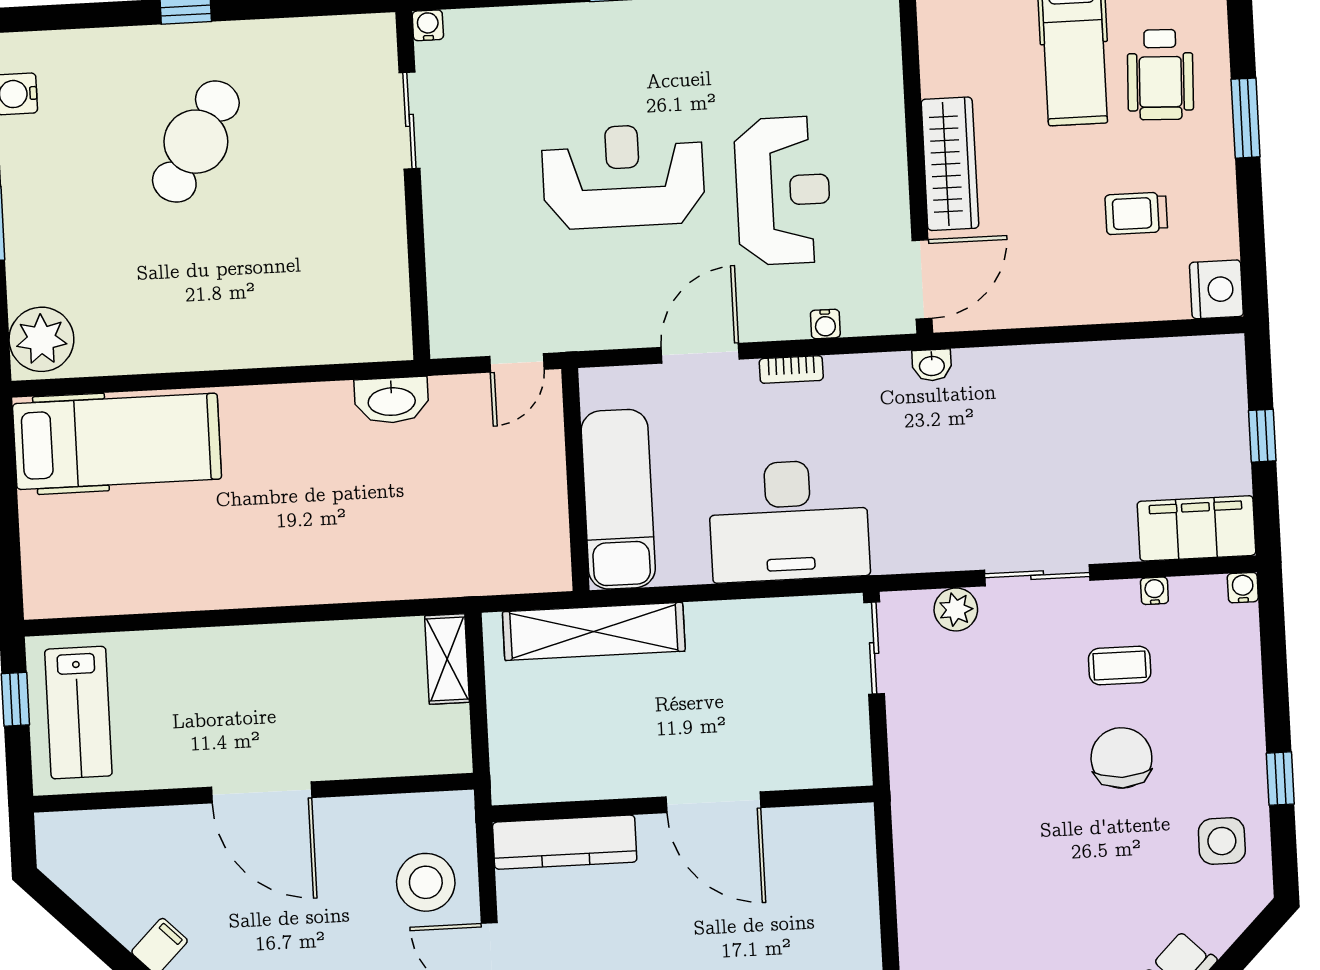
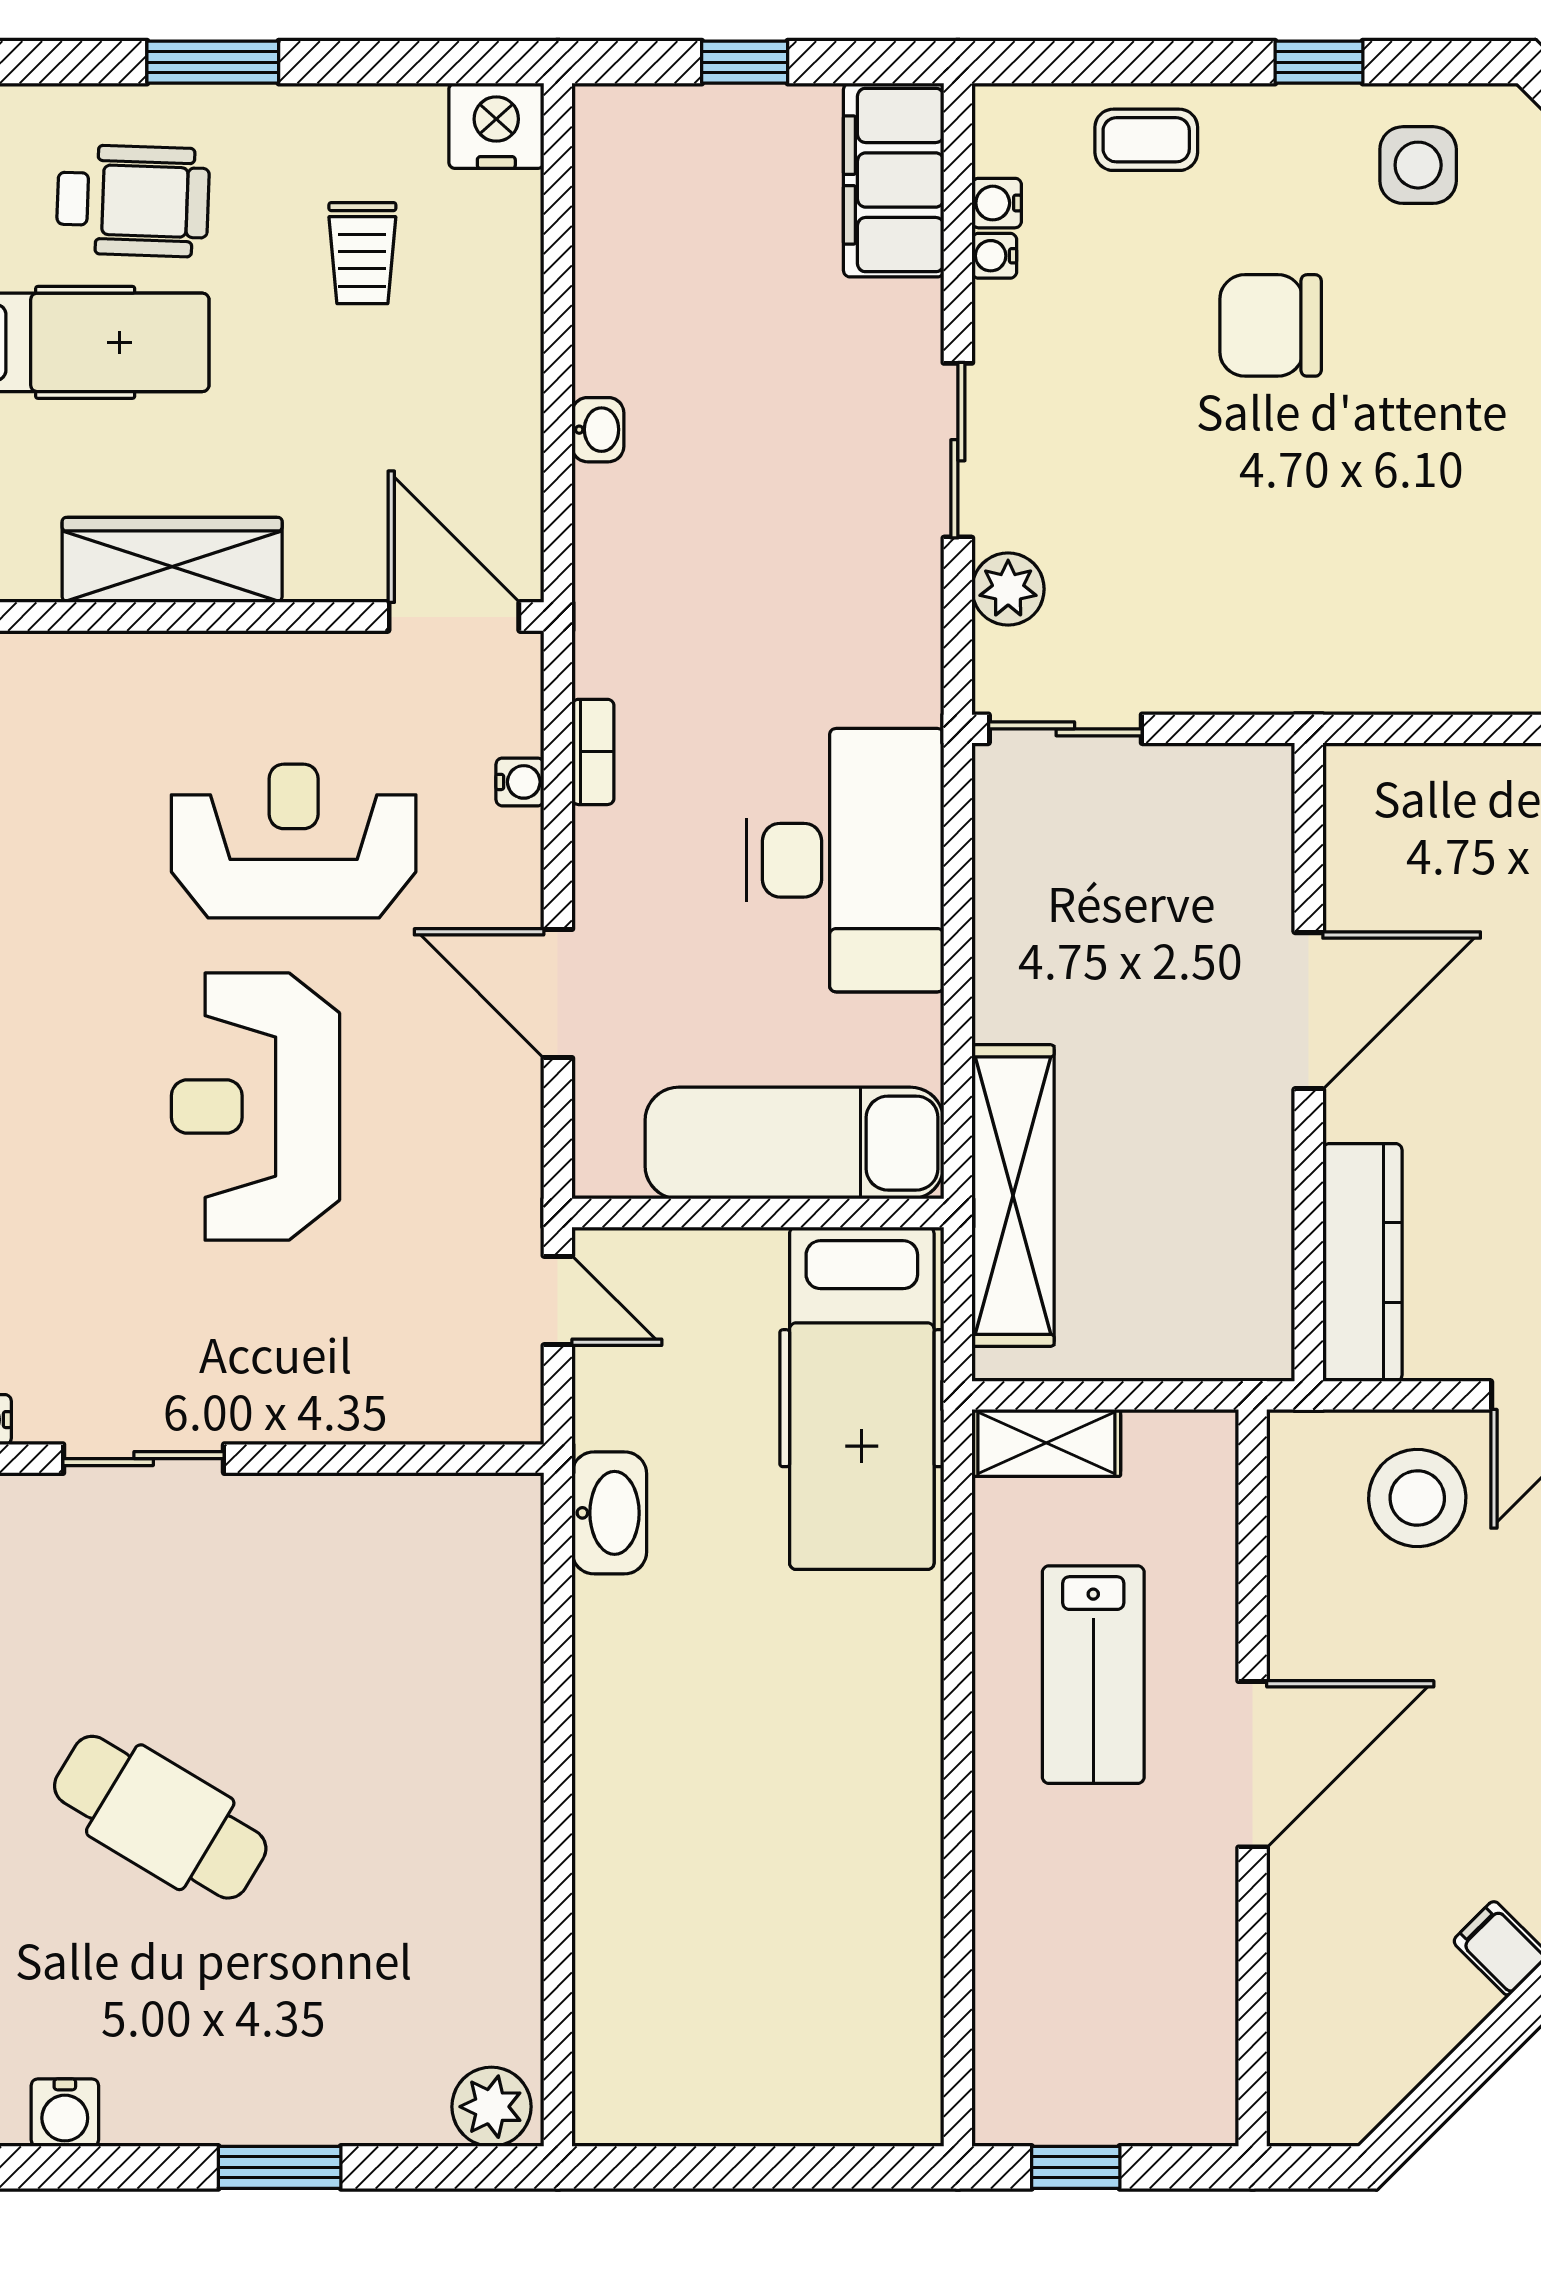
wardrobe: (950, 164) -> (172, 560), moved
plant: (41, 339) -> (491, 2107), width x0.73, depth x0.73
washbasin: (932, 365) -> (598, 430), moved
bookcase: (791, 369) -> (593, 752), moved
hospital bed: (117, 441) -> (862, 1398), moved, turned 180
water cooler: (1243, 588) -> (997, 203), moved
coffee table: (1120, 666) -> (1146, 140), moved, turned 90
lab bench: (78, 713) -> (1093, 1675), moved, turned 90

